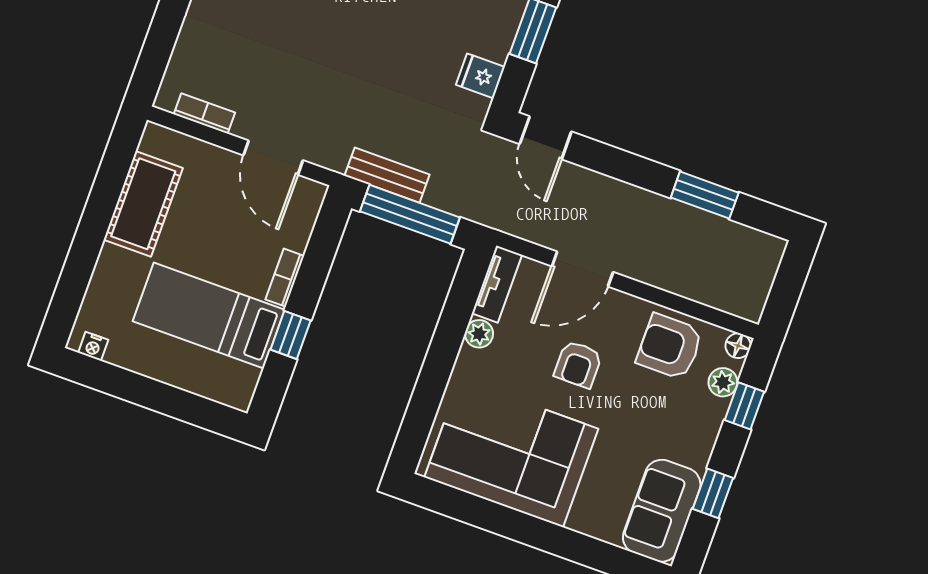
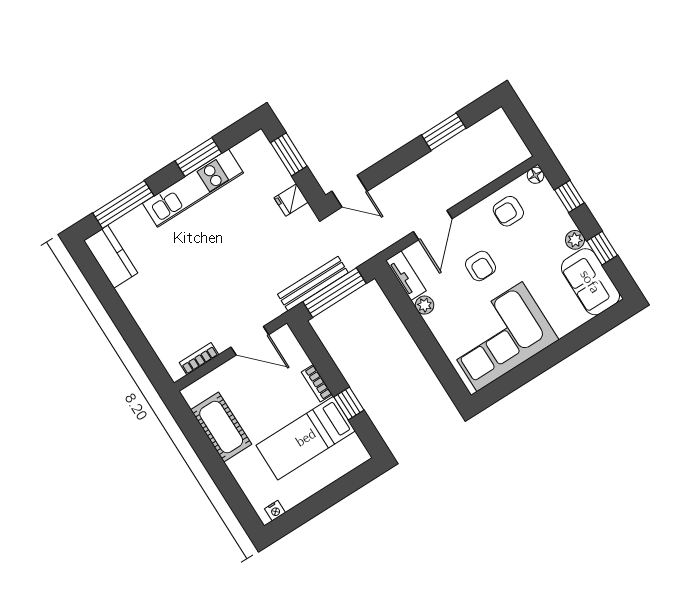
bench: (387, 175) -> (313, 284), width x1.36
armchair: (670, 347) -> (508, 211), width x0.72, depth x0.72
plant: (723, 382) -> (575, 240), moved

